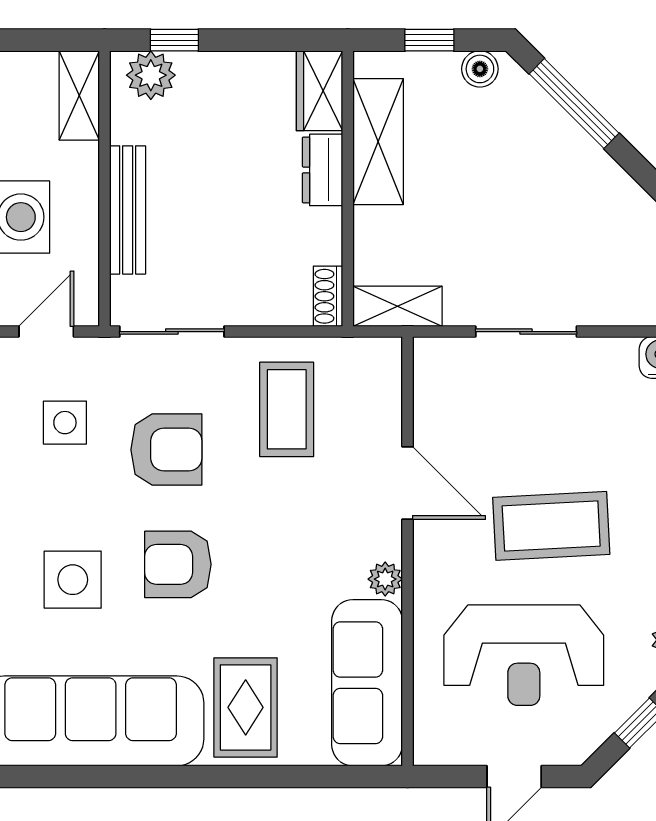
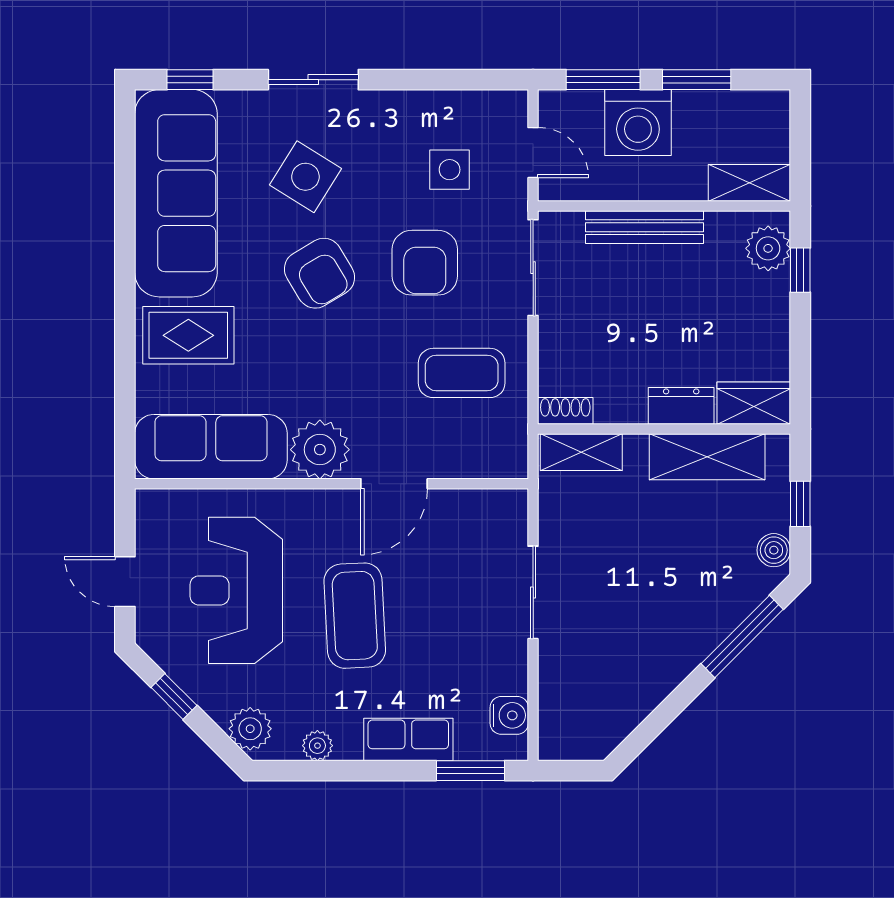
shelving: (398, 306) -> (581, 452), moved, turned 90
armchair: (178, 564) -> (319, 273), turned 149
plant: (385, 579) -> (320, 450), width x1.88, depth x1.88
side table: (73, 580) -> (305, 177), turned 32

